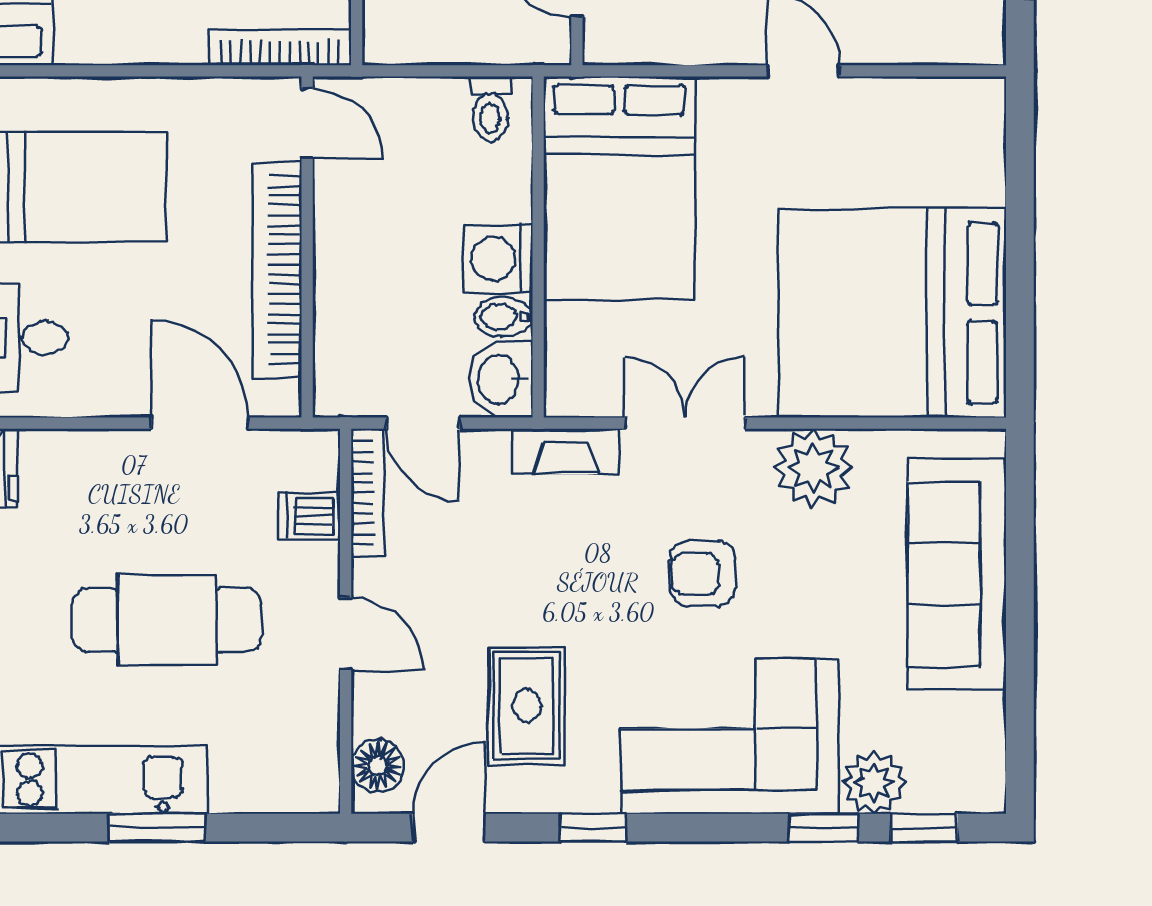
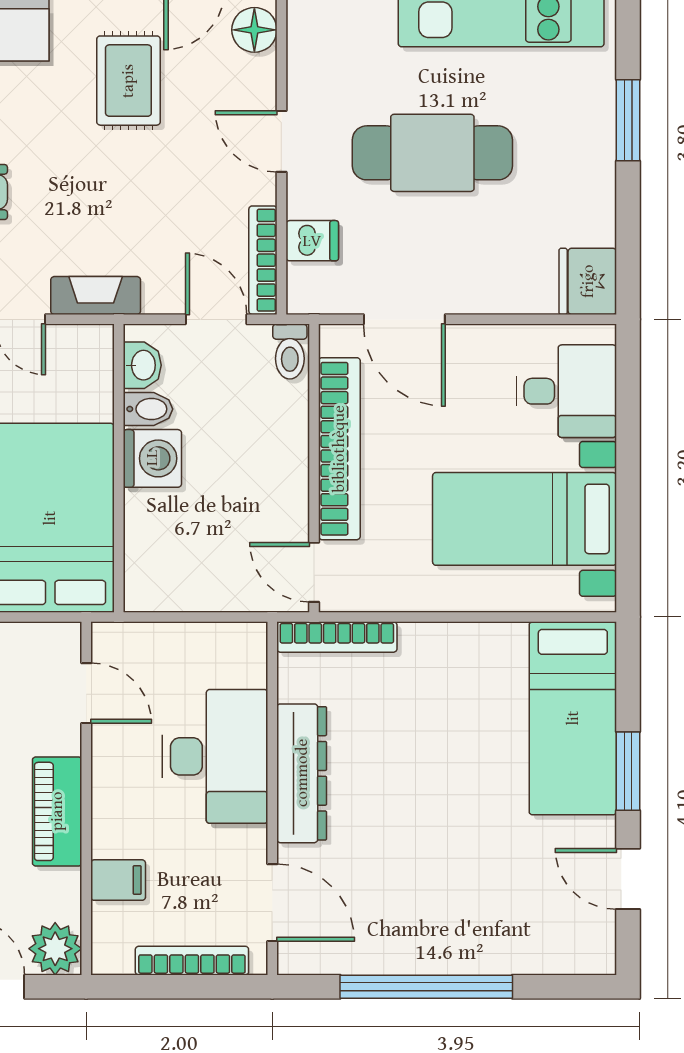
toilet: (490, 109) -> (290, 351), moved, turned 180
washbasin: (500, 379) -> (142, 365), width x0.72, depth x0.69

